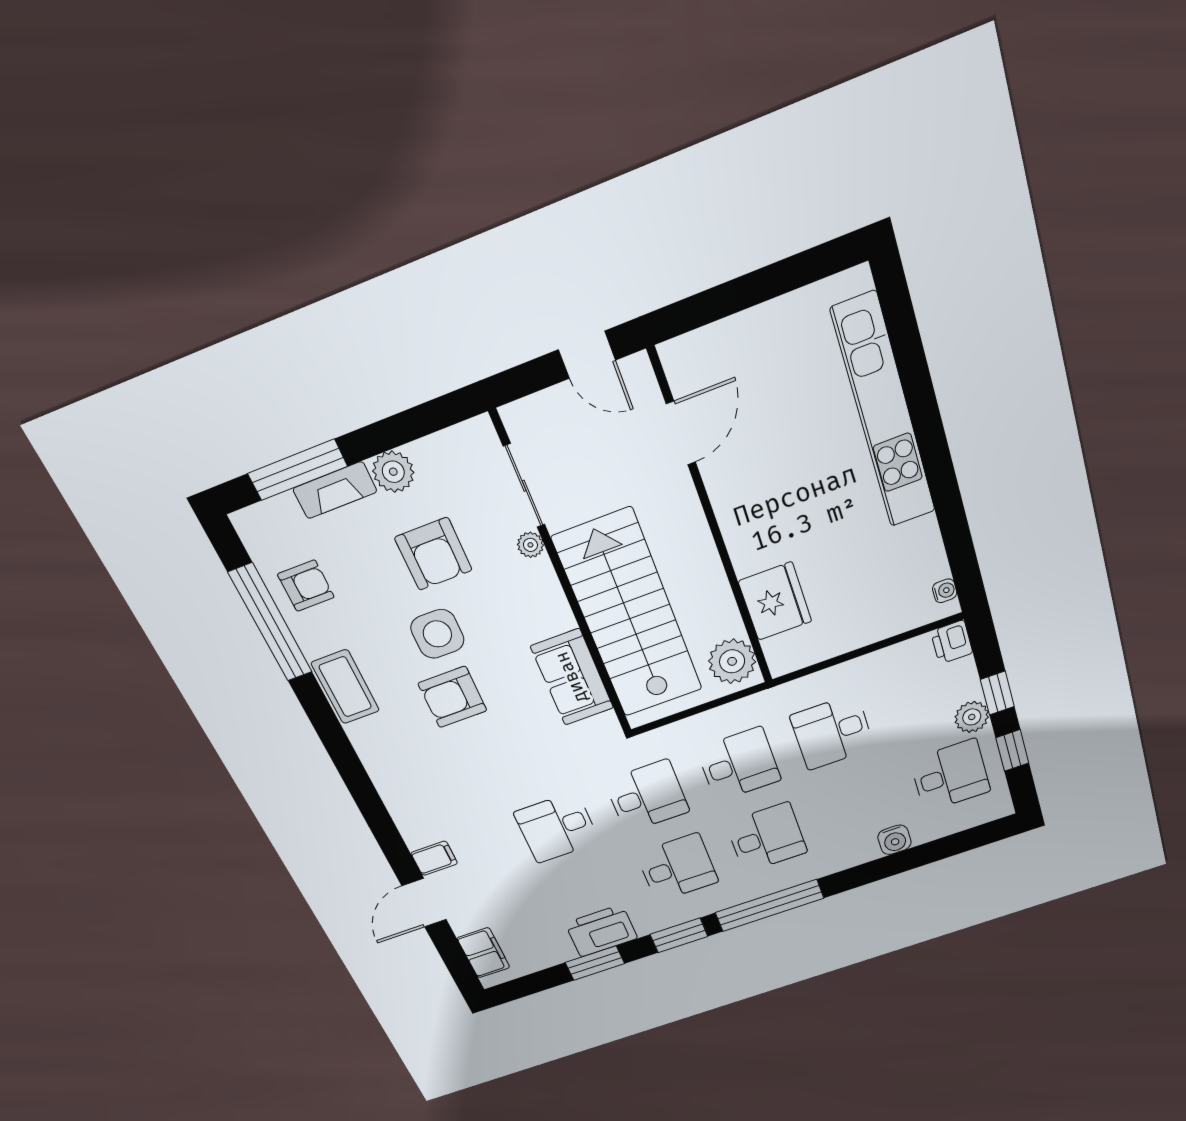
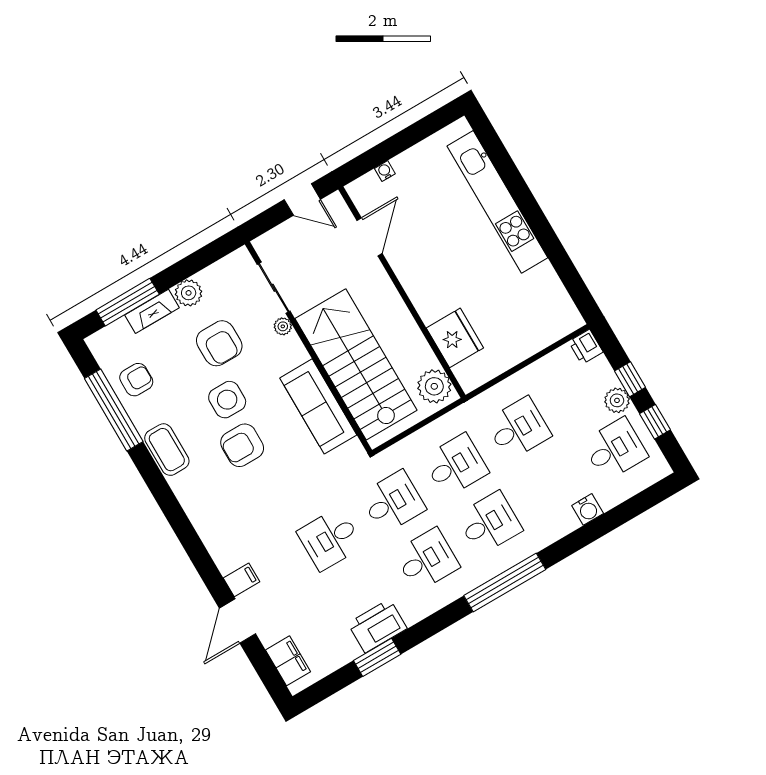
water cooler: (945, 591) -> (385, 171), moved, turned -90
sofa: (572, 677) -> (318, 406), width x1.36
desk: (832, 732) -> (518, 428), turned 180
window: (679, 935) -> (439, 621), removed

